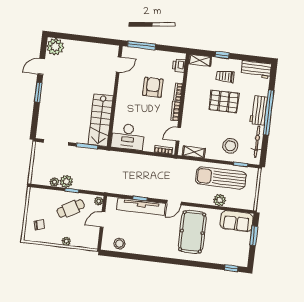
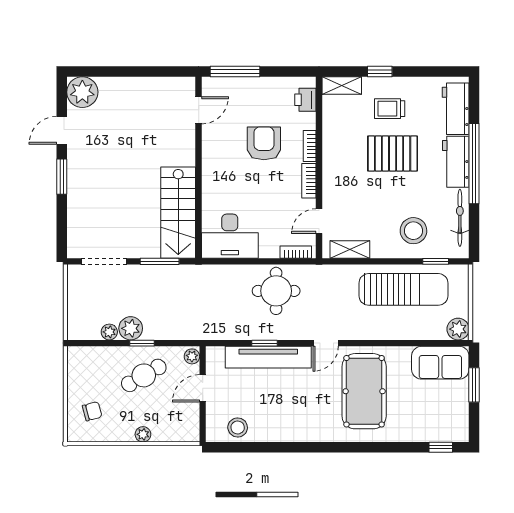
workbench: (256, 69) -> (456, 109), moved, turned 90
round table: (150, 170) -> (276, 291), added
sun lounger: (221, 178) -> (403, 289), turned 180
plant: (220, 200) -> (458, 329), moved

